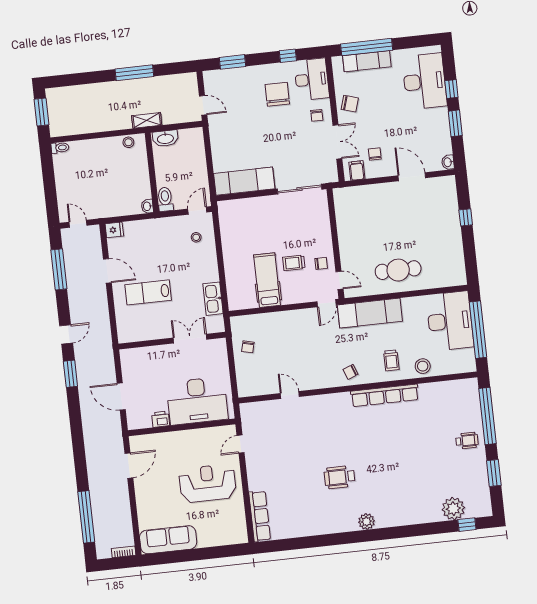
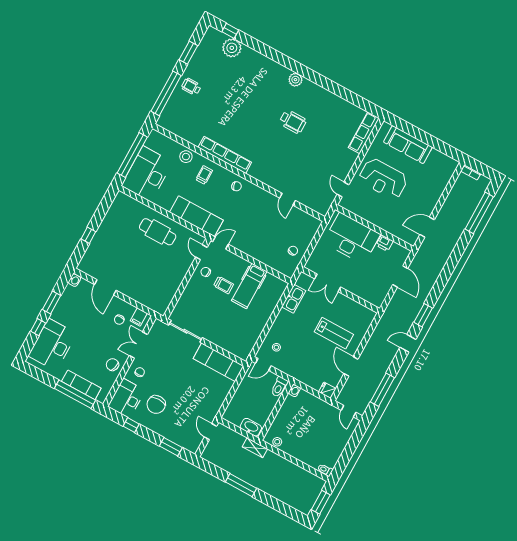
door: (241, 444) -> (343, 190), swing flipped
sofa: (168, 540) -> (408, 145), moved

